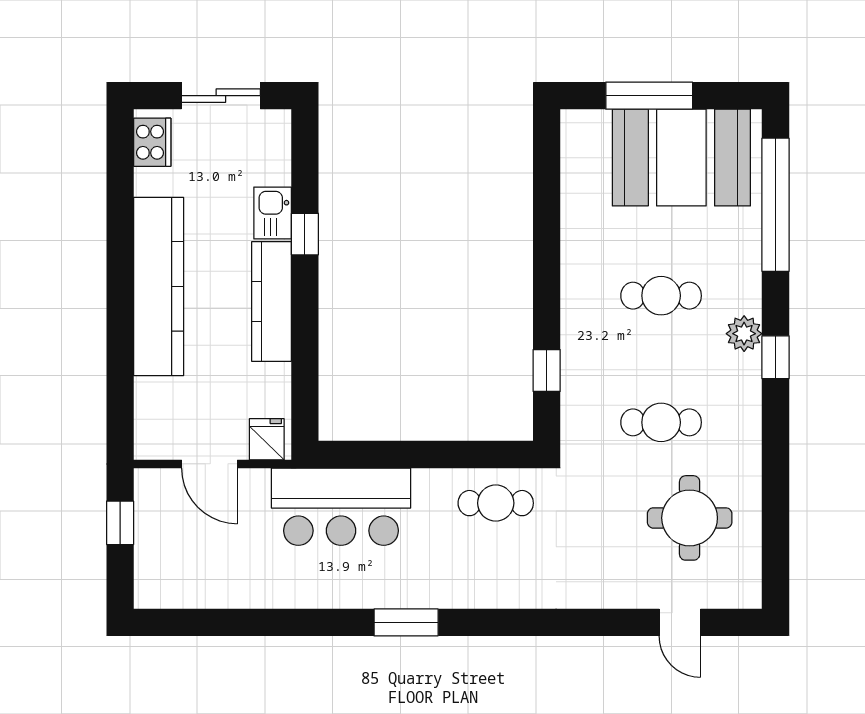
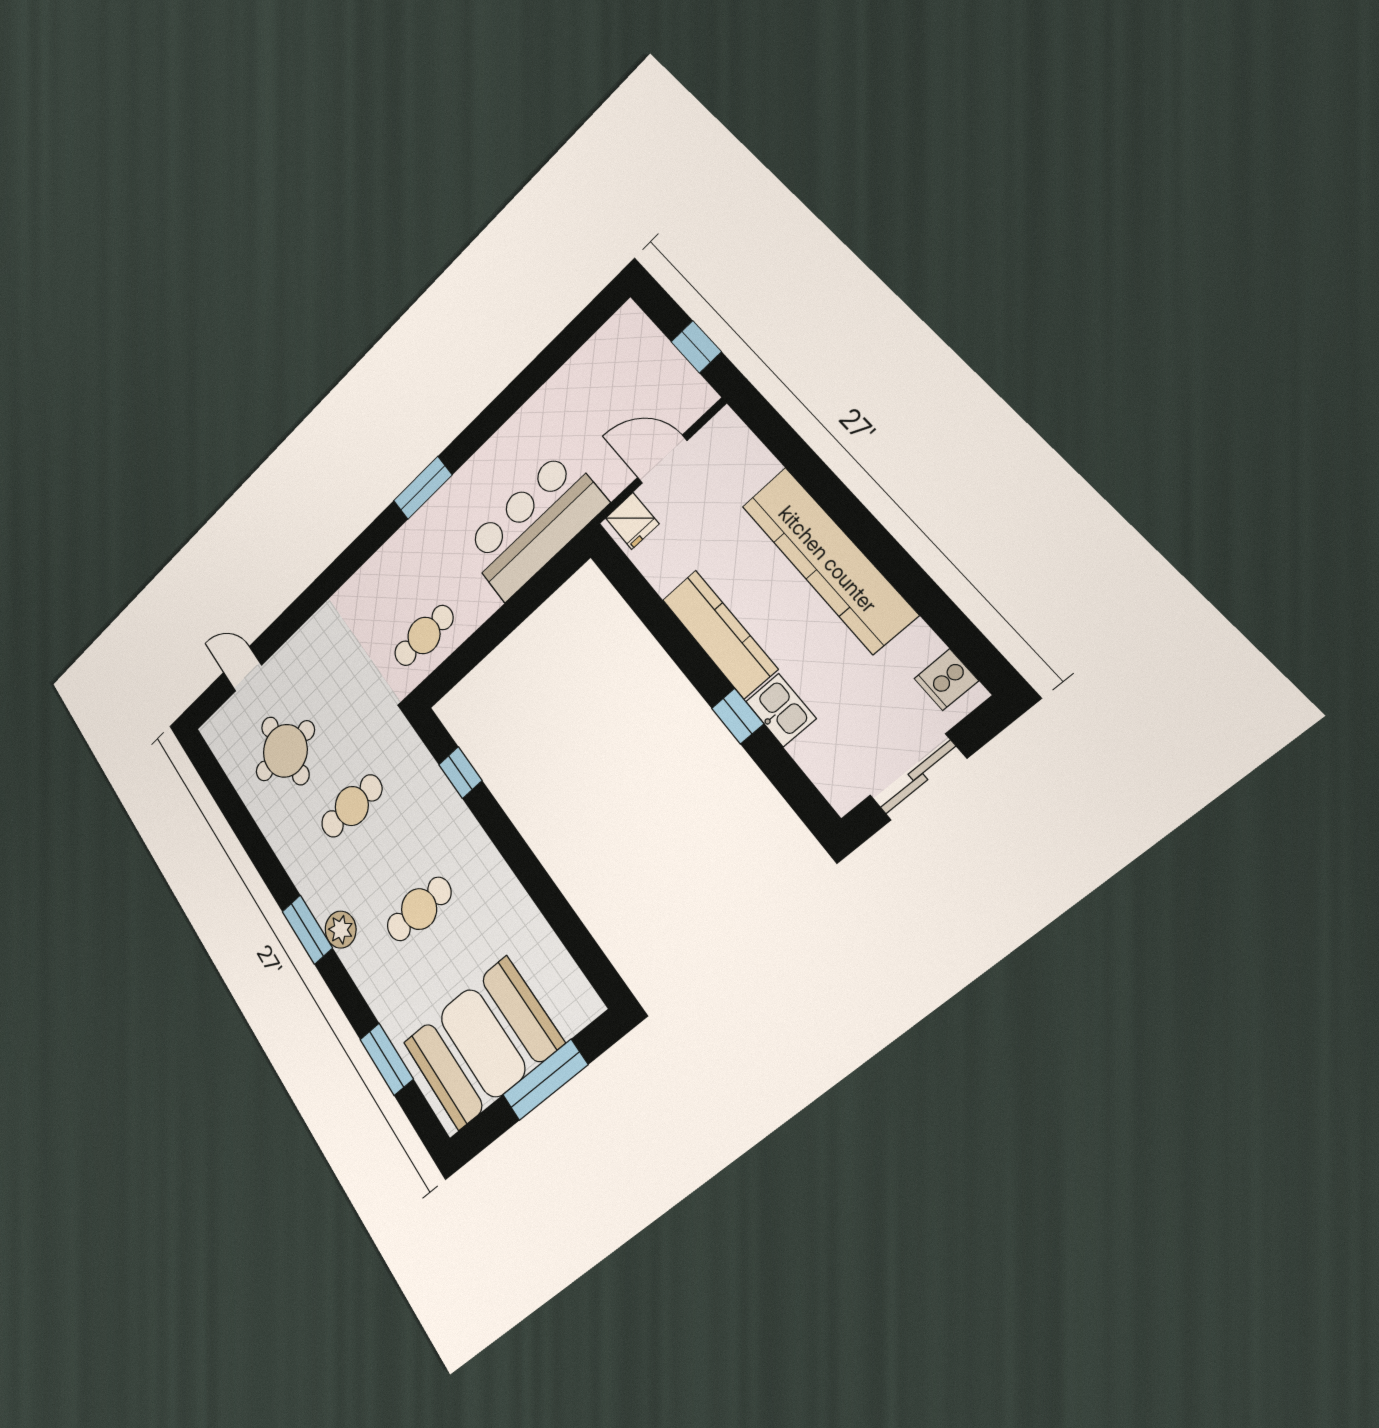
cooker: (152, 142) -> (946, 680), width x0.73
window: (776, 205) -> (387, 1059), width x0.47
window: (776, 357) -> (307, 930), width x1.50

